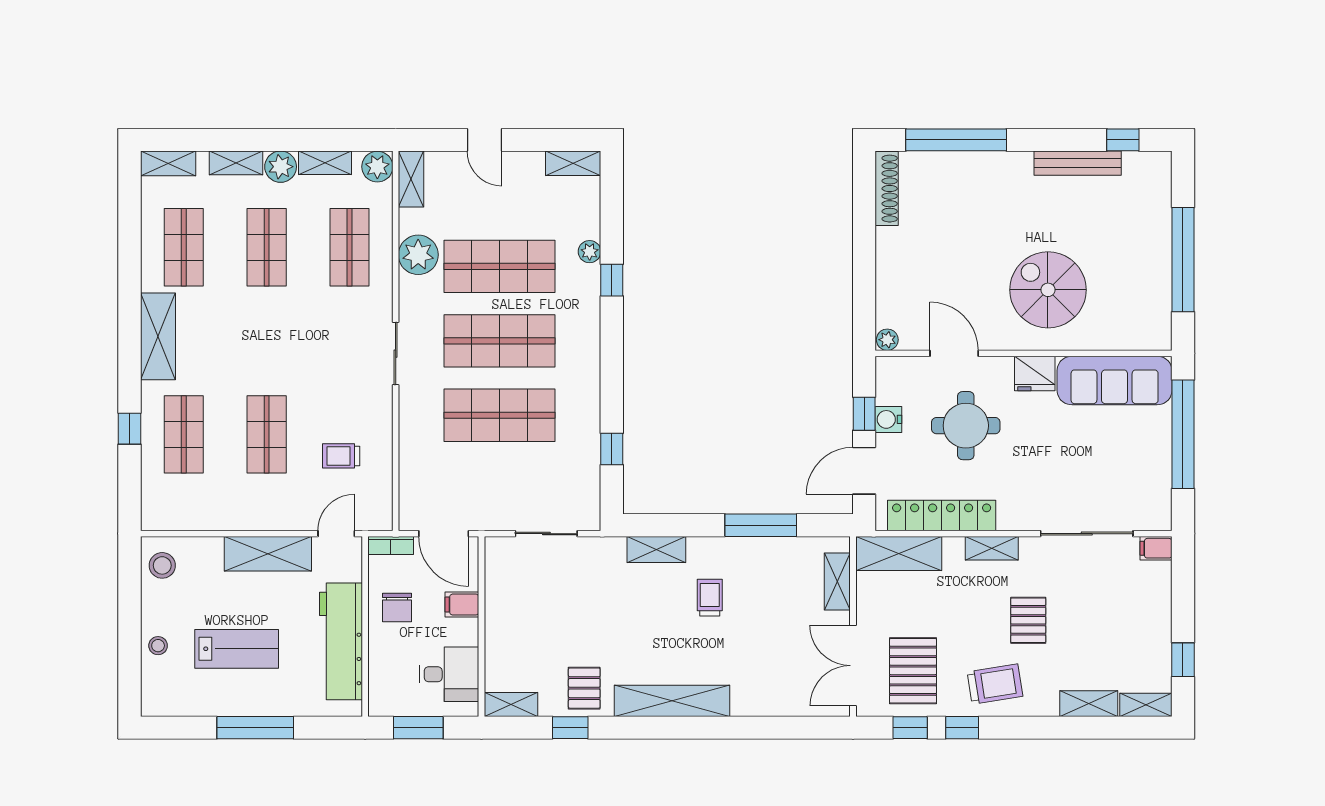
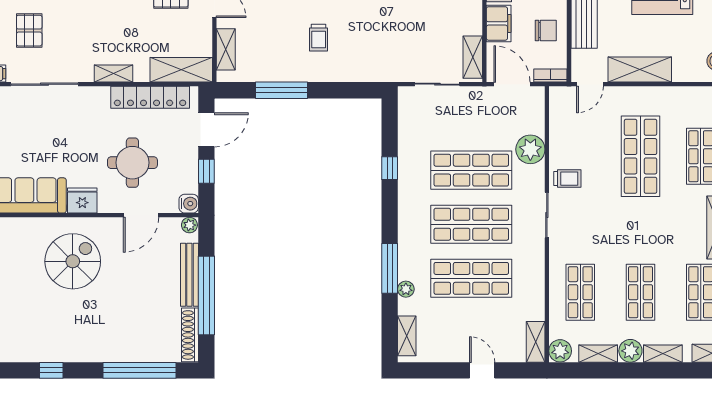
window: (1123, 140) -> (51, 370), moved
shelving: (573, 163) -> (407, 336), moved, turned 90
bench: (1078, 163) -> (189, 275), moved, turned 90
window: (864, 243) -> (206, 296), added
plant: (418, 255) -> (530, 149), moved
window: (612, 280) -> (390, 268), width x2.17
spiral stairs: (1048, 290) -> (73, 261), turned -90
door: (954, 353) -> (141, 215), hinge flipped
water cooler: (888, 419) -> (189, 204), moved
shop shelf: (267, 434) -> (641, 156), width x1.43, depth x1.36
window: (612, 449) -> (390, 168), moved
trolley: (341, 456) -> (567, 179), moved
shelving: (656, 549) -> (473, 57), moved, turned 90
filing cabinet: (462, 605) -> (499, 23), width x2.00
chair: (397, 607) -> (546, 30), turned 90
pallet: (1028, 620) -> (29, 31), moved

